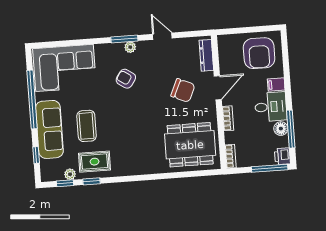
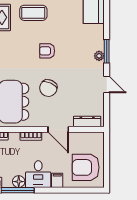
door: (162, 36) -> (107, 84), hinge flipped
armchair: (126, 79) -> (47, 51), moved, turned -124
chair: (183, 90) -> (48, 88), moved

